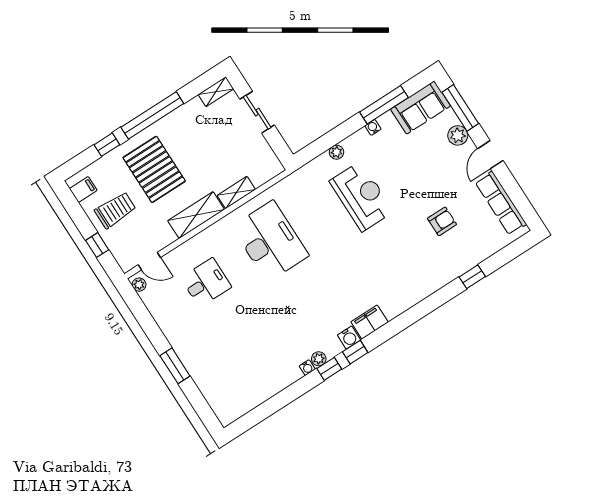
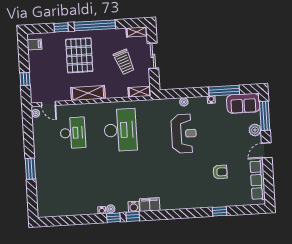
shelving: (236, 192) -> (139, 92), moved
trolley: (115, 210) -> (124, 62), moved, turned 70
desk: (206, 283) -> (73, 133), width x1.37

